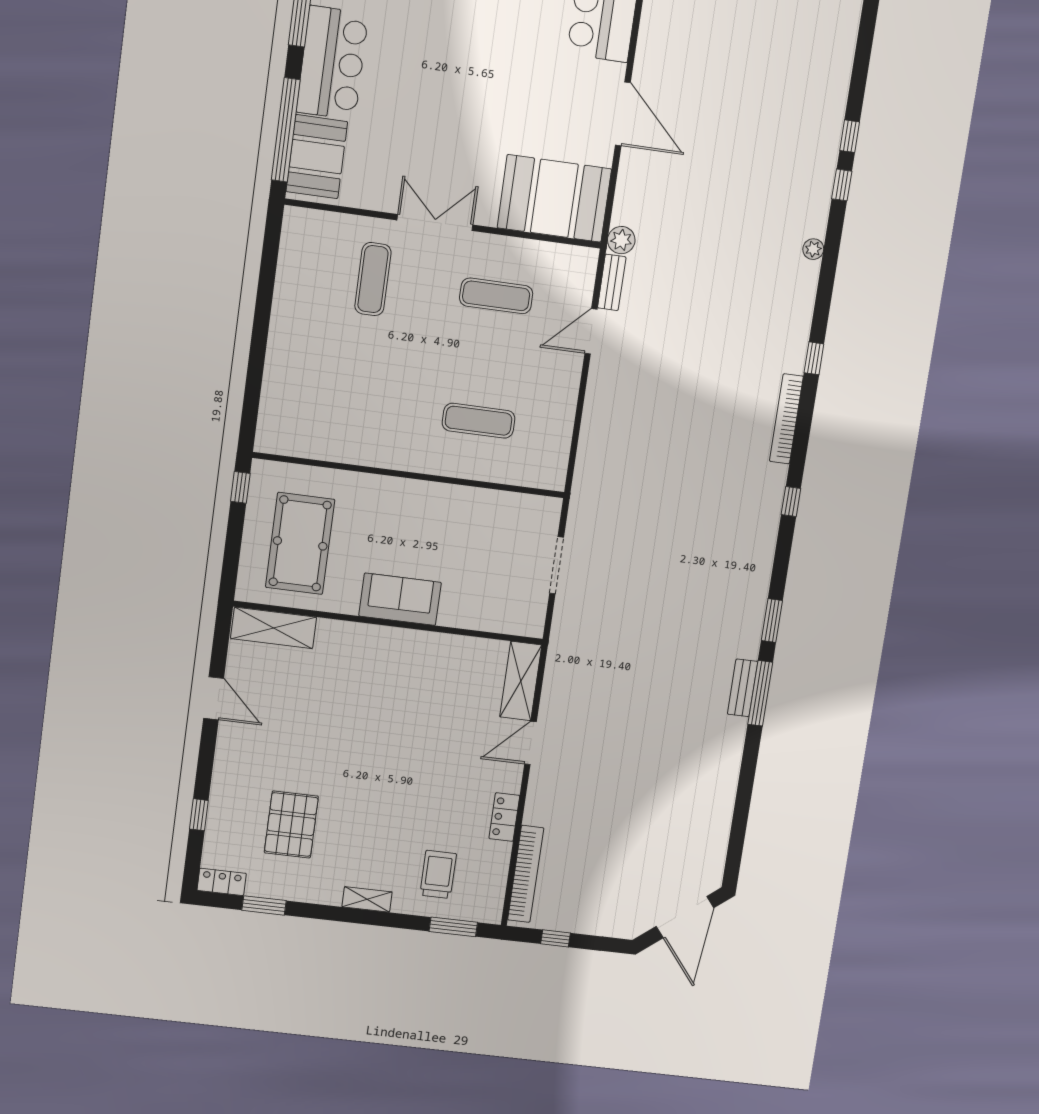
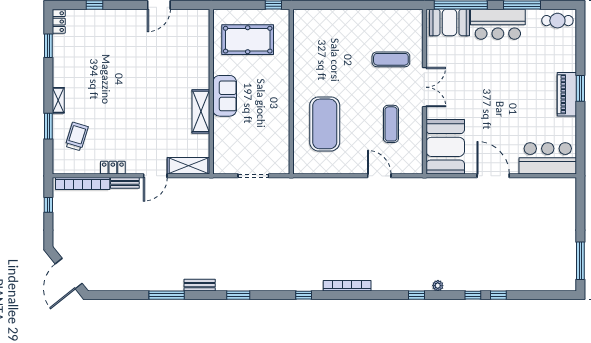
door: (623, 114) -> (493, 176), swing flipped
plant: (621, 240) -> (429, 185), removed
bench: (612, 282) -> (125, 183), moved
window: (814, 358) -> (417, 295), moved
exercise mat: (479, 421) -> (325, 124), width x2.00, depth x1.45
shelving: (274, 628) -> (201, 111), moved
window: (760, 693) -> (167, 295), moved
door: (531, 743) -> (155, 176), swing flipped
pallet: (291, 824) -> (95, 55), removed
trolley: (438, 874) -> (77, 137), turned -73
door: (685, 917) -> (69, 274), hinge flipped
window: (453, 927) -> (48, 126), moved

